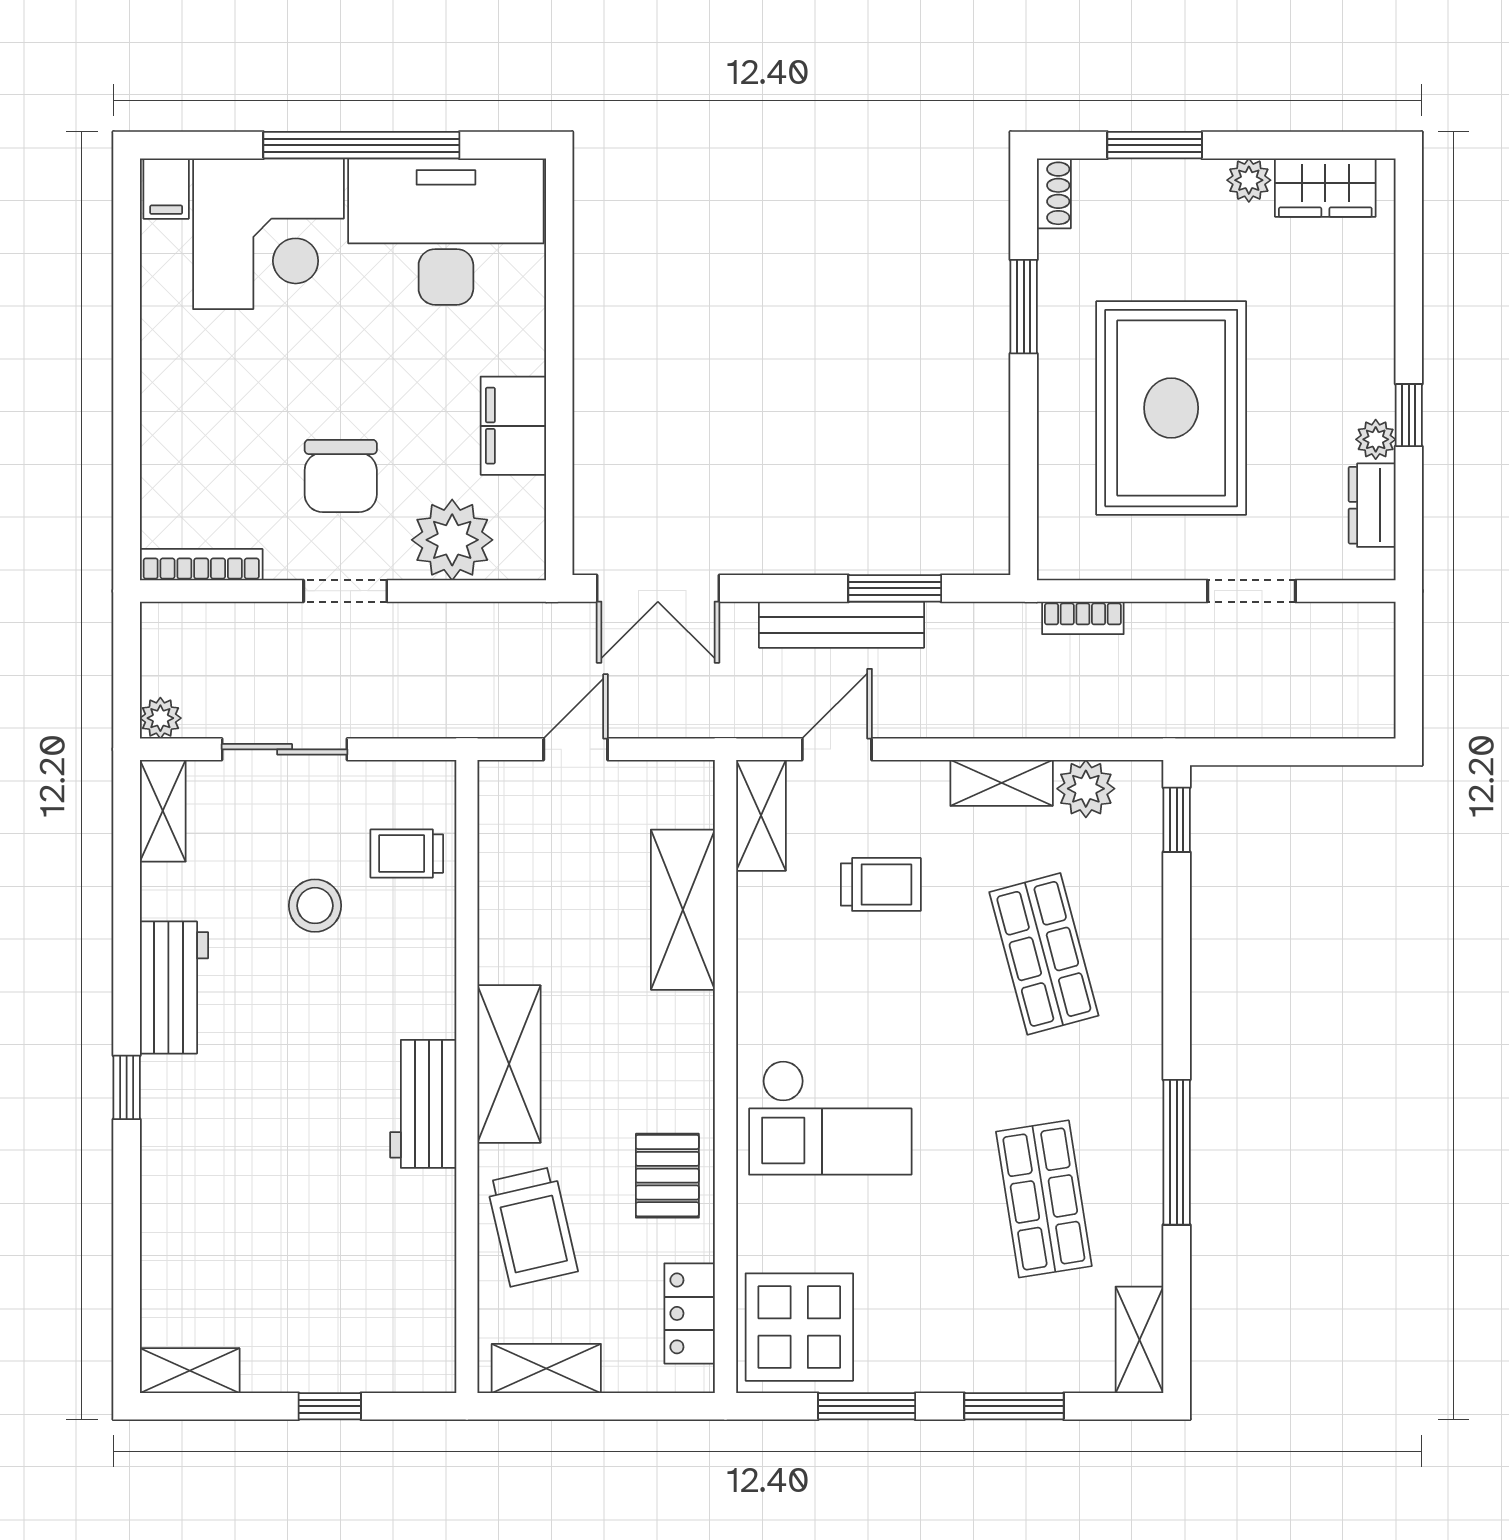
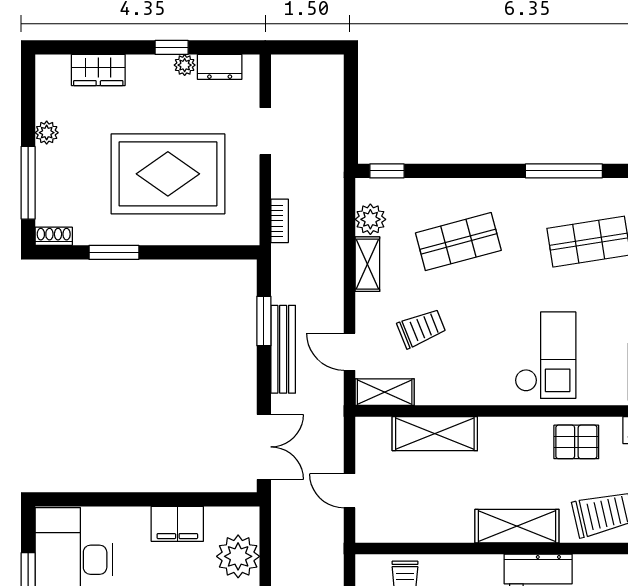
window: (1155, 145) -> (28, 183), width x1.44
wardrobe: (1325, 188) -> (98, 70), moved, turned 90
trolley: (881, 884) -> (421, 328), turned 68

